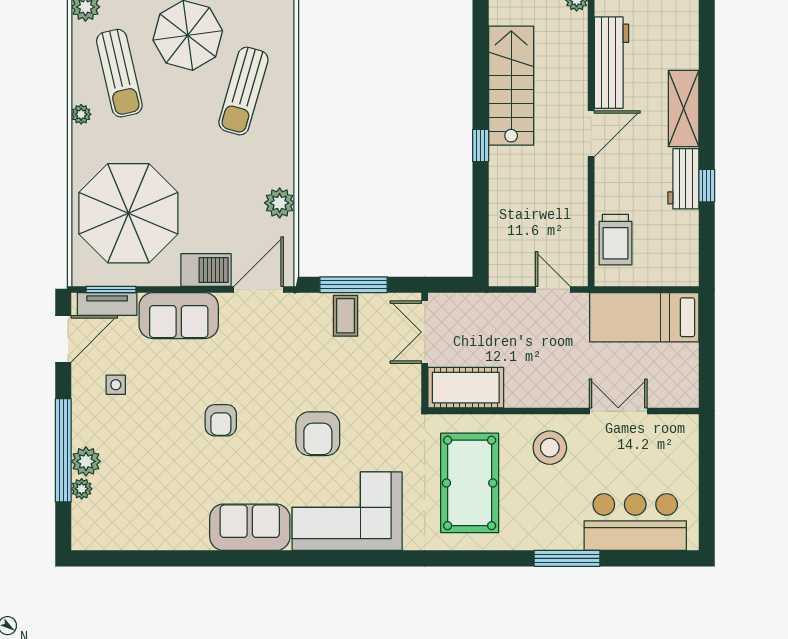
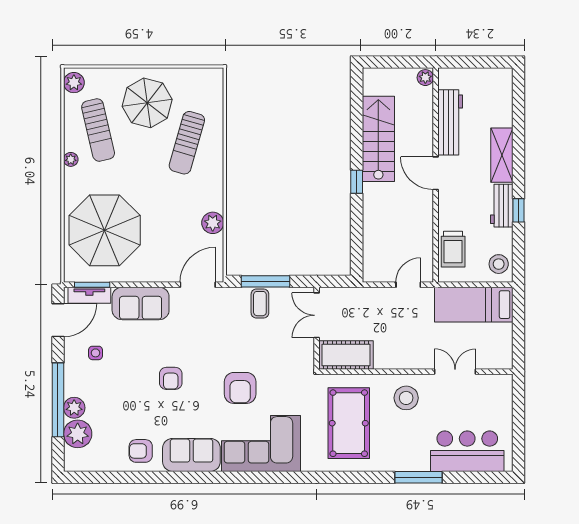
door: (591, 134) -> (436, 173), swing flipped
stool: (679, 260) -> (499, 264), added
barbecue: (206, 270) -> (160, 271), removed
door: (553, 289) -> (408, 285), hinge flipped
plant: (82, 489) -> (78, 434), width x1.88, depth x1.88
armchair: (179, 522) -> (141, 451), added

